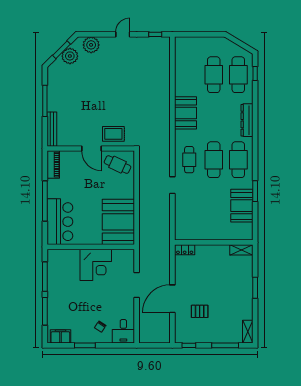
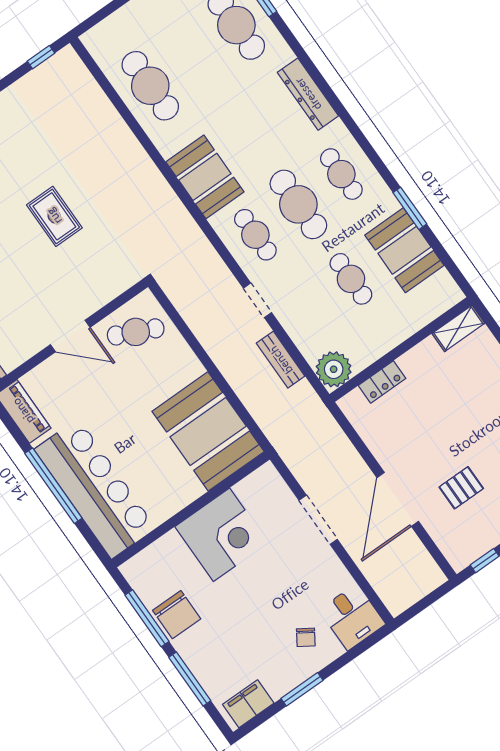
cafe table: (214, 75) -> (150, 86), moved
booth: (185, 113) -> (205, 177), moved
rug: (113, 134) -> (54, 216), moved, turned 90
cafe table: (238, 160) -> (341, 174), width x0.73, depth x0.74
cafe table: (214, 202) -> (351, 279), added
bench: (165, 214) -> (281, 360), added
bar counter: (60, 222) -> (95, 489), width x1.36
plant: (183, 232) -> (334, 369), added
locker: (185, 250) -> (382, 382), moved
chair: (57, 283) -> (177, 615), added

